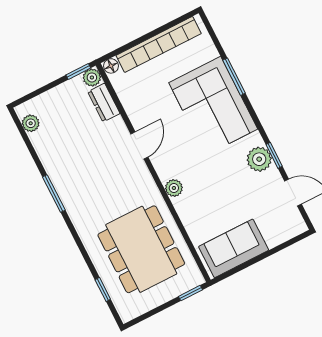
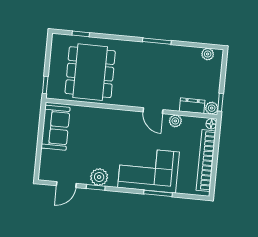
plant: (174, 188) -> (175, 121), moved
dining table: (141, 249) -> (90, 72), turned 90

